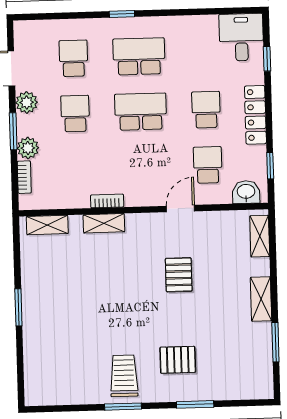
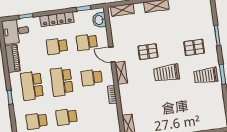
piano: (192, 26) -> (13, 58), added
school desk: (142, 167) -> (92, 78), added
shelving: (104, 223) -> (121, 73), moved
trolley: (136, 305) -> (166, 73), added
pallet: (178, 360) -> (194, 47), turned 90

